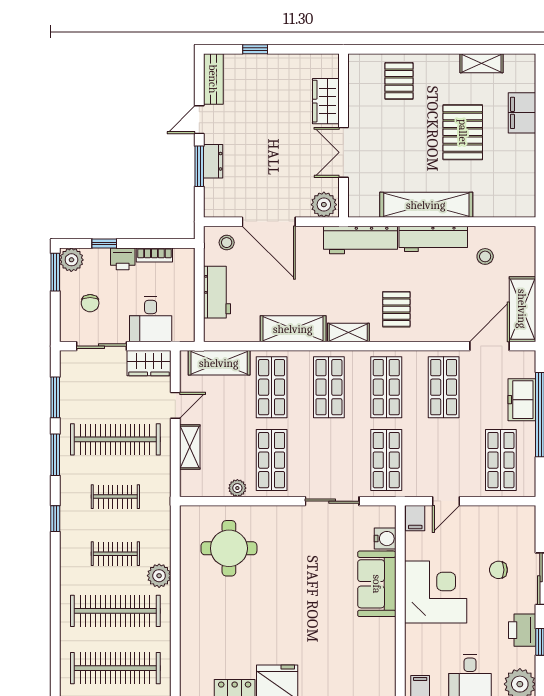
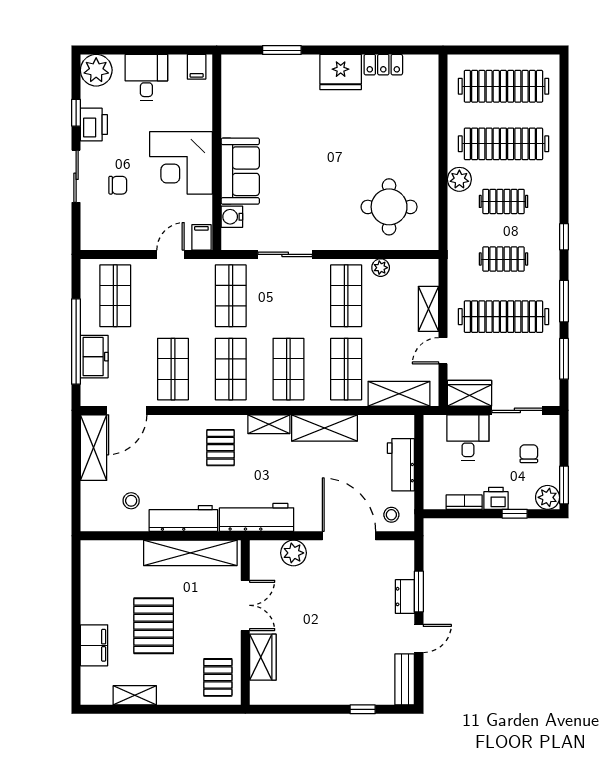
wardrobe: (326, 101) -> (263, 657), moved
wall: (343, 135) -> (245, 623), moved
double door: (343, 152) -> (245, 605), moved

